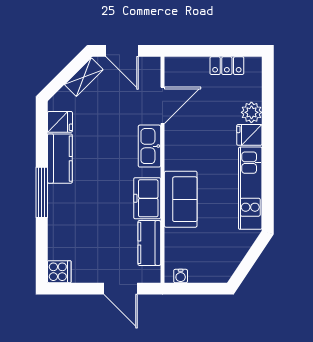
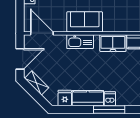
door: (162, 105) -> (42, 33), moved
dishwasher: (59, 194) -> (110, 99), added
sofa: (181, 199) -> (85, 22), moved

